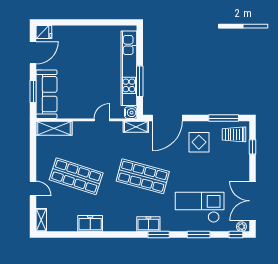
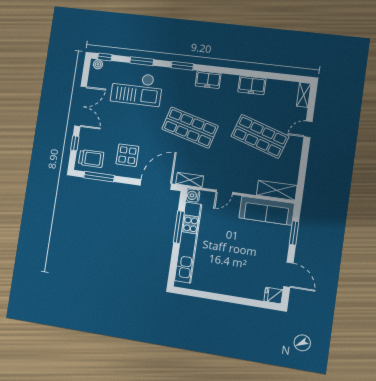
door: (33, 53) -> (288, 275), swing flipped
sofa: (46, 94) -> (267, 211), moved, turned -90
door: (33, 188) -> (308, 129), hinge flipped
double door: (252, 201) -> (80, 106), moved
freezer: (148, 224) -> (208, 80), moved

